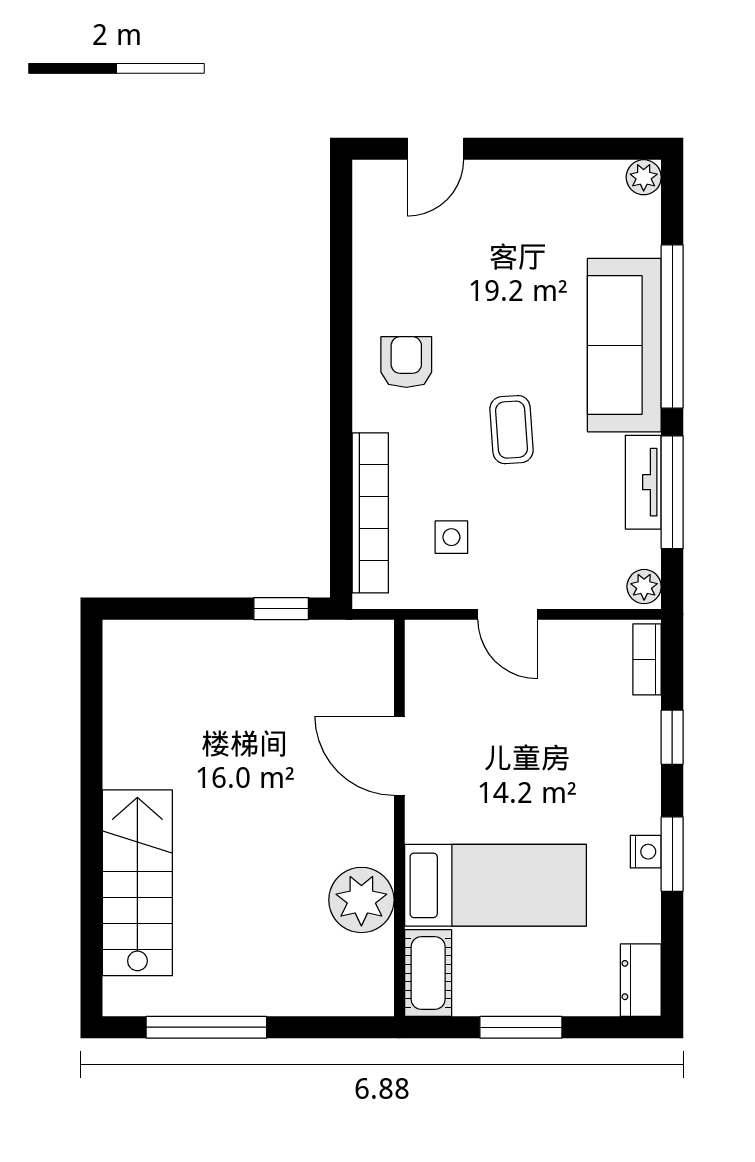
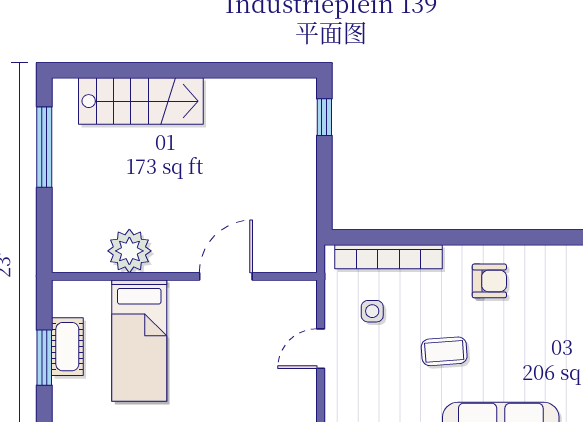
window: (281, 609) -> (324, 117), moved
cot: (428, 973) -> (67, 347), moved, turned 90

